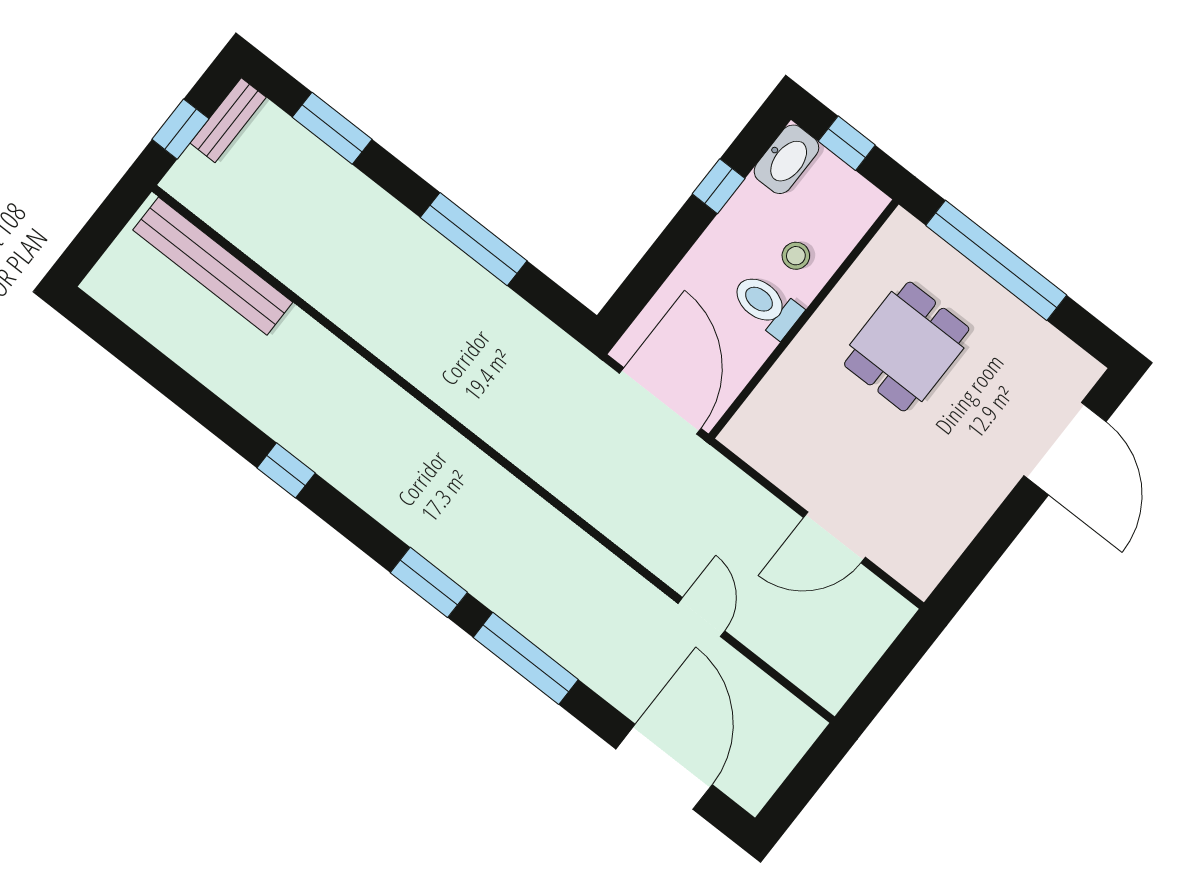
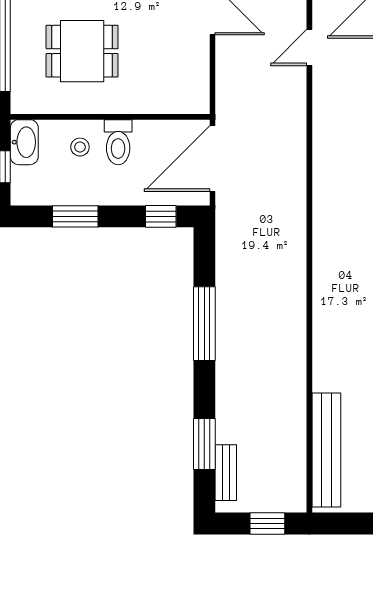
bench: (228, 120) -> (226, 473), moved, turned 90
washbasin: (786, 159) -> (24, 142), moved, turned 90
window: (719, 186) -> (75, 216), width x1.50
window: (640, 287) -> (161, 216), added

